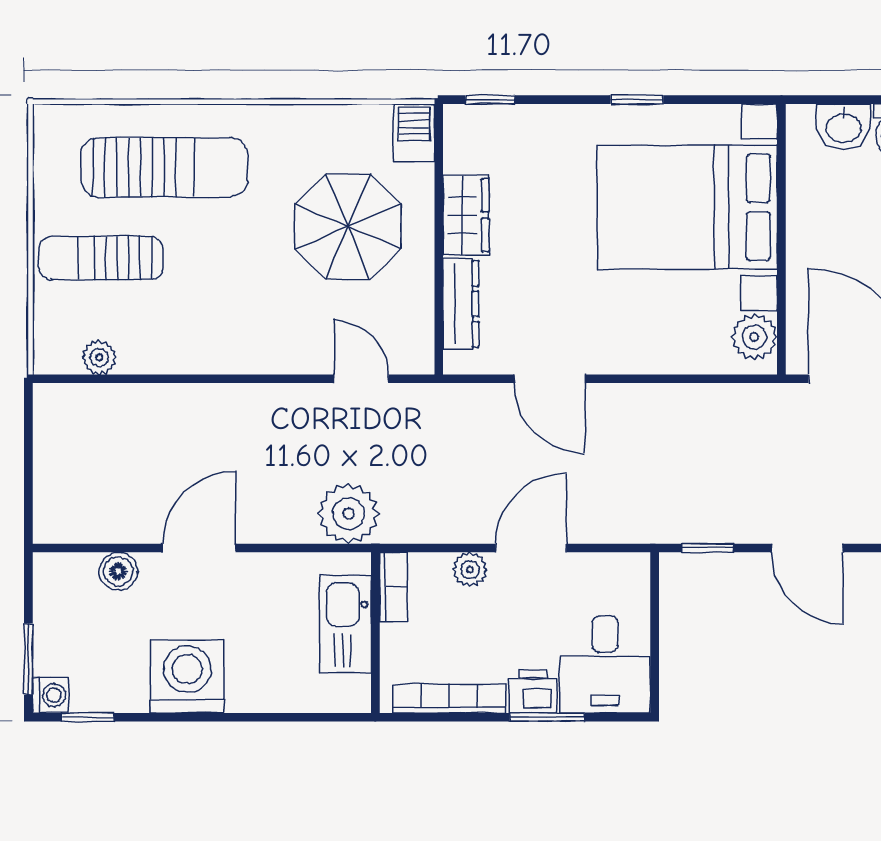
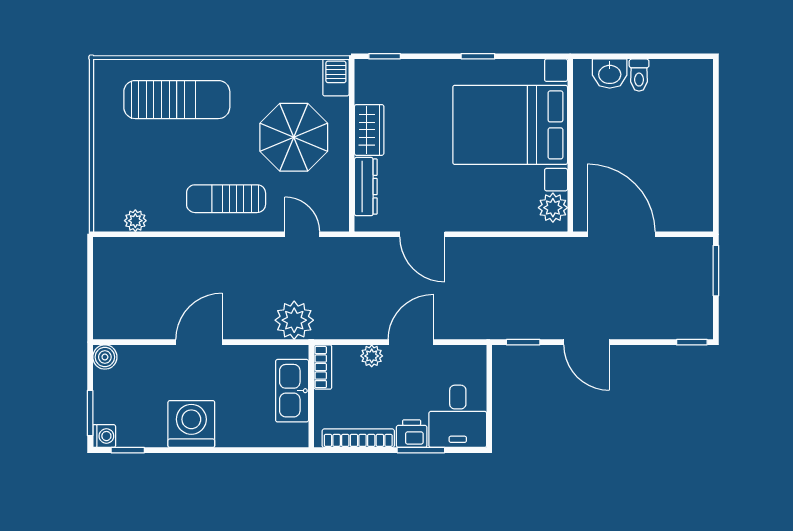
sun lounger: (101, 258) -> (226, 199), moved
boiler: (118, 571) -> (105, 357), moved

